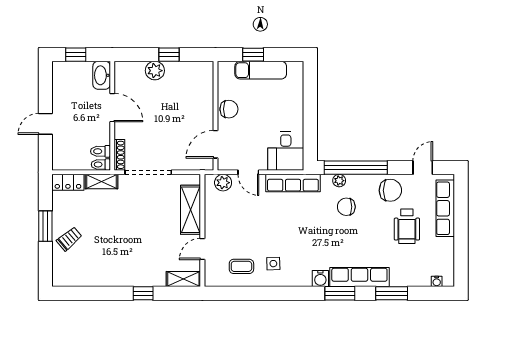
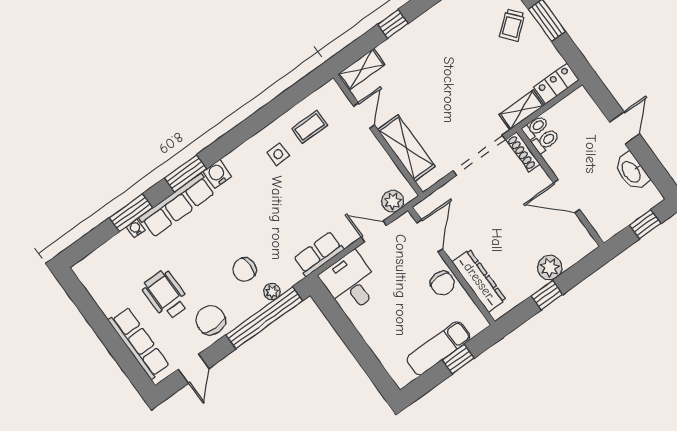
washbasin: (102, 75) -> (632, 171), moved, turned 180
dresser: (205, 94) -> (479, 281), added
chair: (229, 109) -> (442, 283), turned -90
row of seats: (293, 183) -> (319, 254), width x0.68
chair: (390, 190) -> (211, 320), turned 90
chair: (346, 207) -> (244, 269), turned 180
water cooler: (437, 281) -> (136, 228), moved

